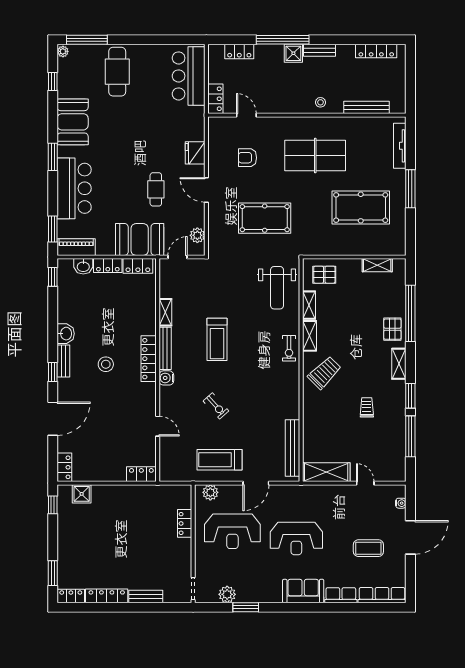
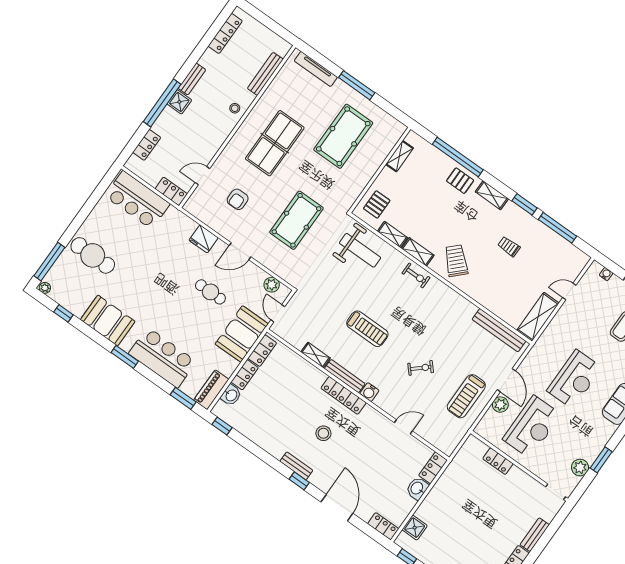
washbasin: (66, 334) -> (417, 488), moved, turned -90
plant: (210, 492) -> (500, 405), moved

